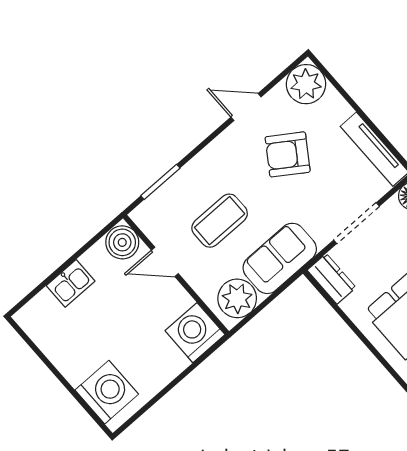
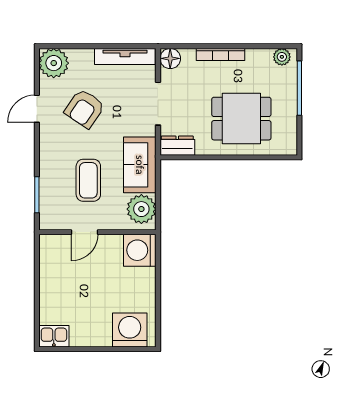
boiler: (122, 242) -> (52, 247), removed
kitchen sink: (71, 283) -> (54, 336), moved, turned -90

